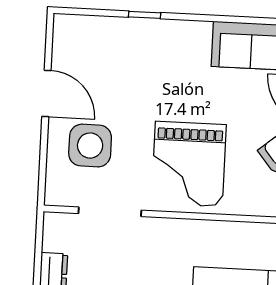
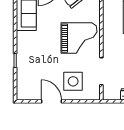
door: (46, 94) -> (51, 101), hinge flipped

